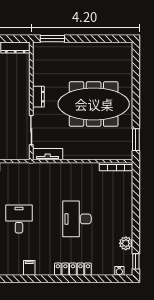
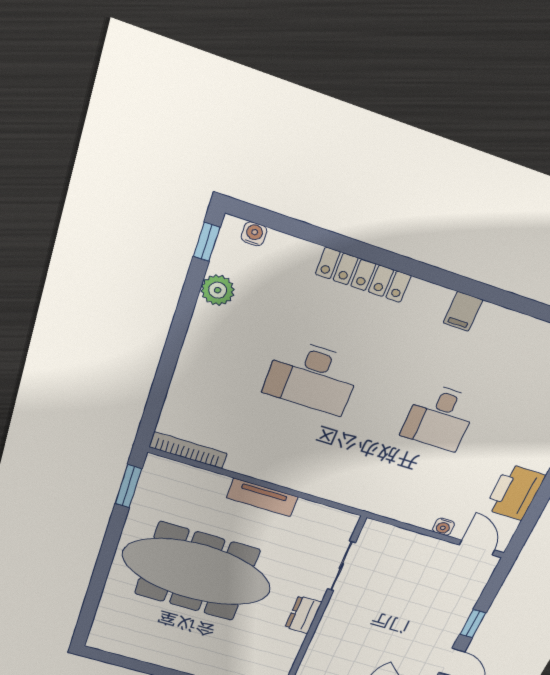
tv unit: (48, 154) -> (262, 497), moved
desk: (77, 219) -> (312, 377), turned 90

